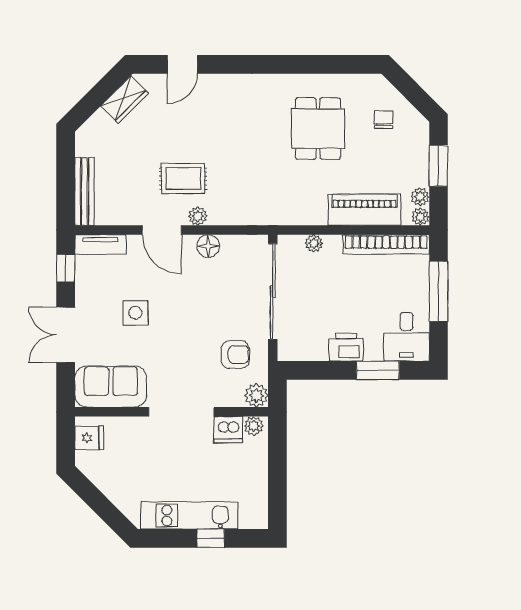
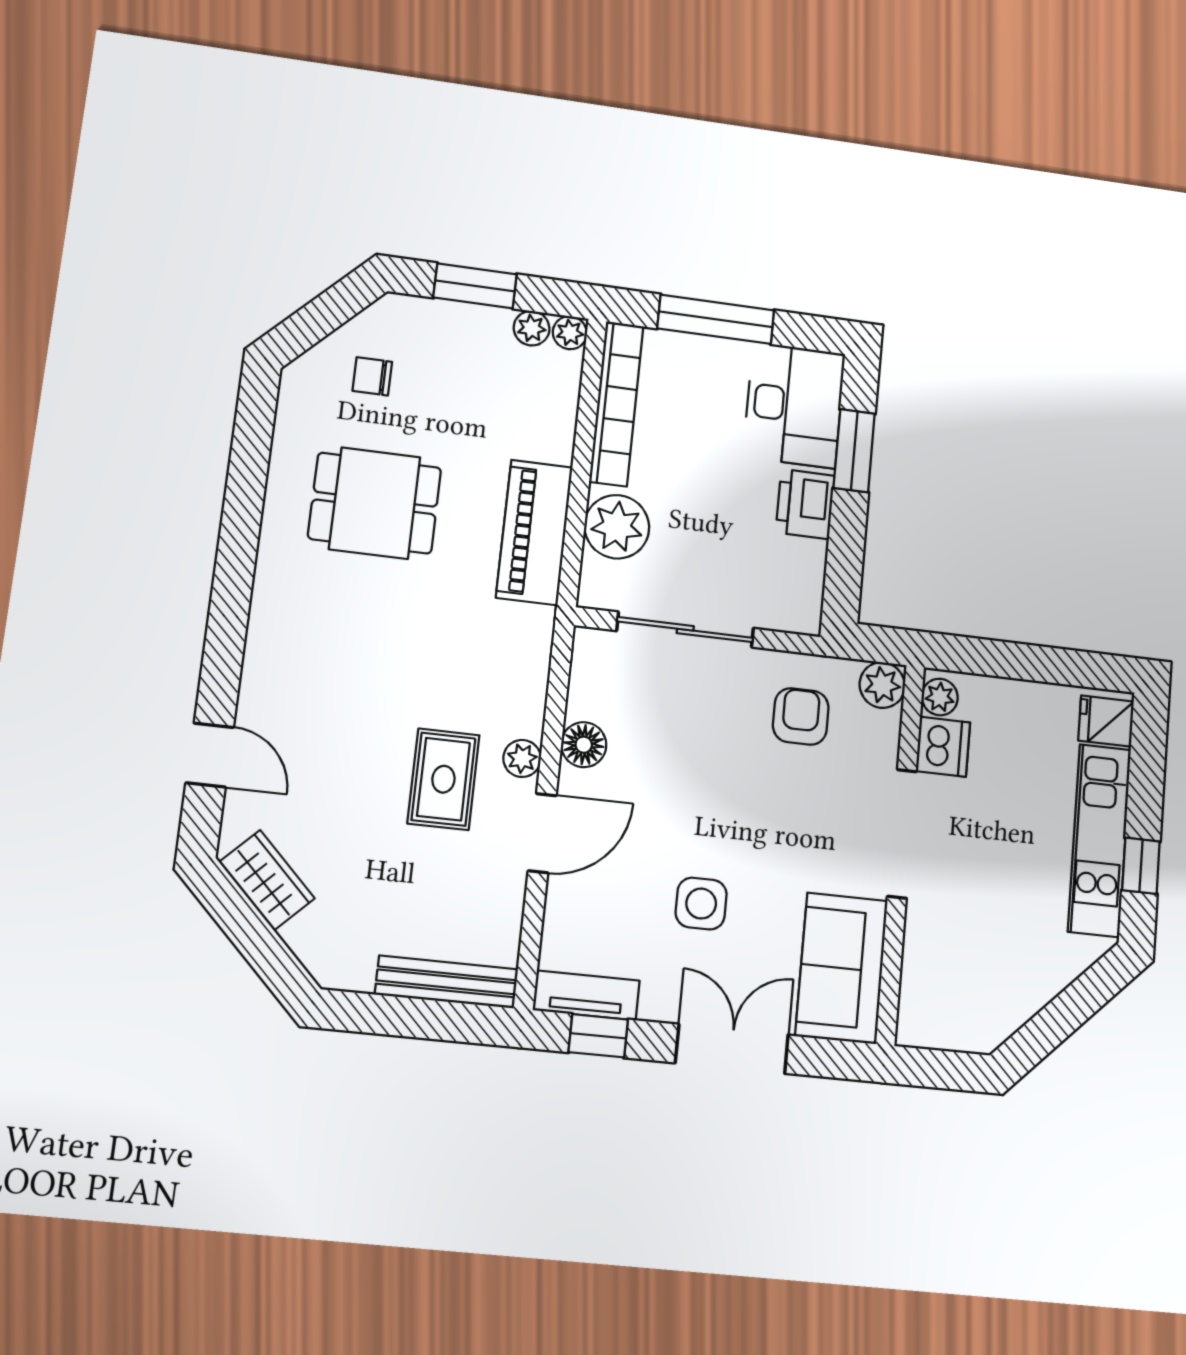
piano: (364, 210) -> (534, 532), moved
plant: (314, 243) -> (617, 527), width x1.87, depth x1.87
tv unit: (100, 244) -> (586, 995), moved, turned -90
sliding door: (273, 291) -> (685, 630), width x0.73
double door: (66, 335) -> (732, 1049), swing flipped
desk: (407, 337) -> (794, 405), width x1.37
fridge: (89, 438) -> (1106, 721), moved, turned -90
window: (211, 538) -> (1141, 866), moved

